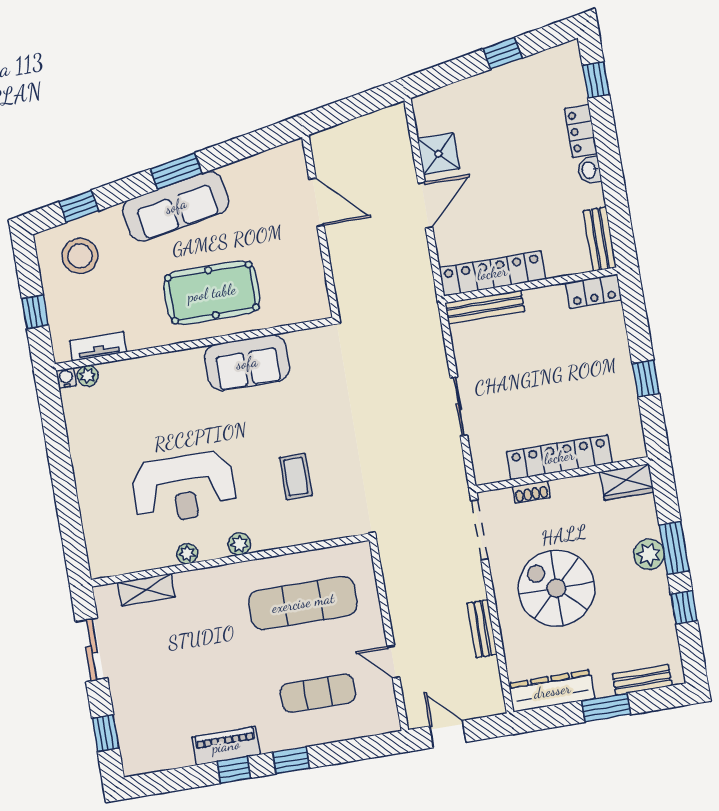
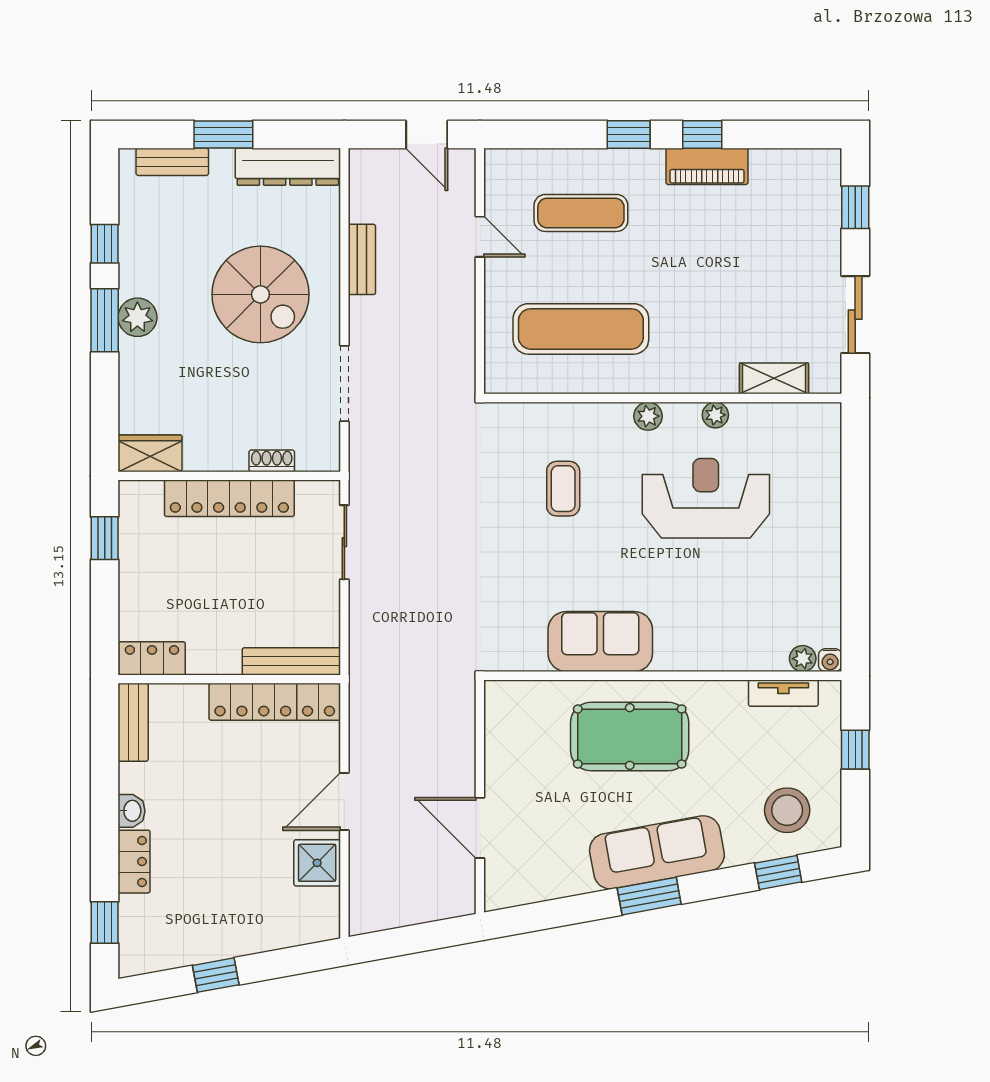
locker: (559, 457) -> (229, 498), moved
wall: (562, 475) -> (229, 476), moved
wardrobe: (627, 482) -> (150, 453), moved
shoe rack: (531, 492) -> (272, 461), moved

